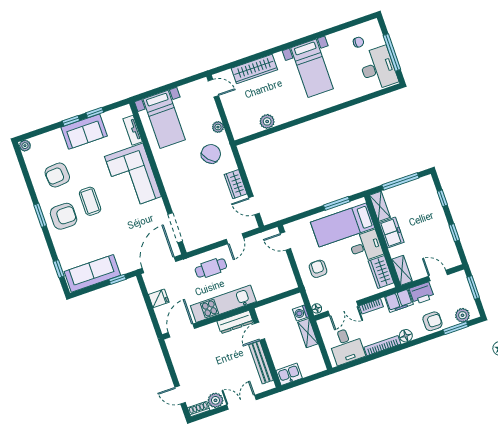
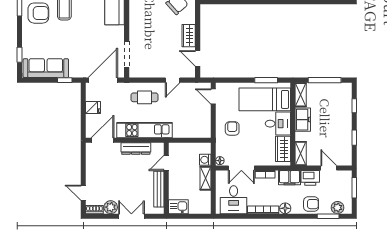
dresser: (235, 322) -> (136, 149), moved

